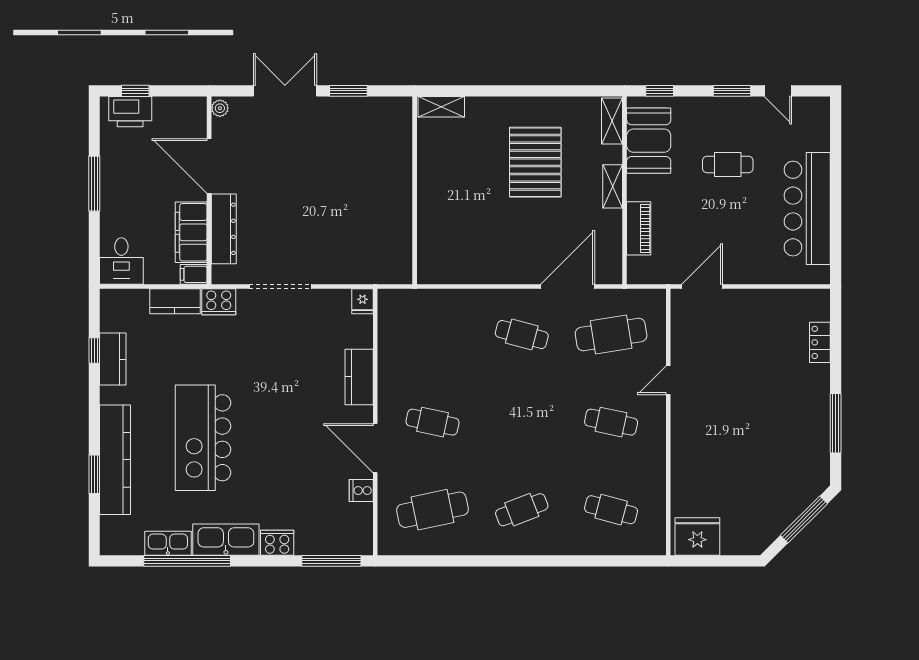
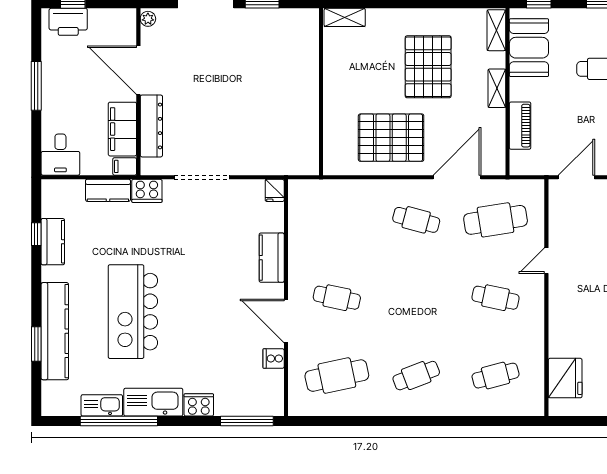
pallet: (494, 242) -> (391, 138), added
cafe table: (611, 510) -> (496, 376), turned -30
fridge: (697, 537) -> (565, 378), moved, turned 90

